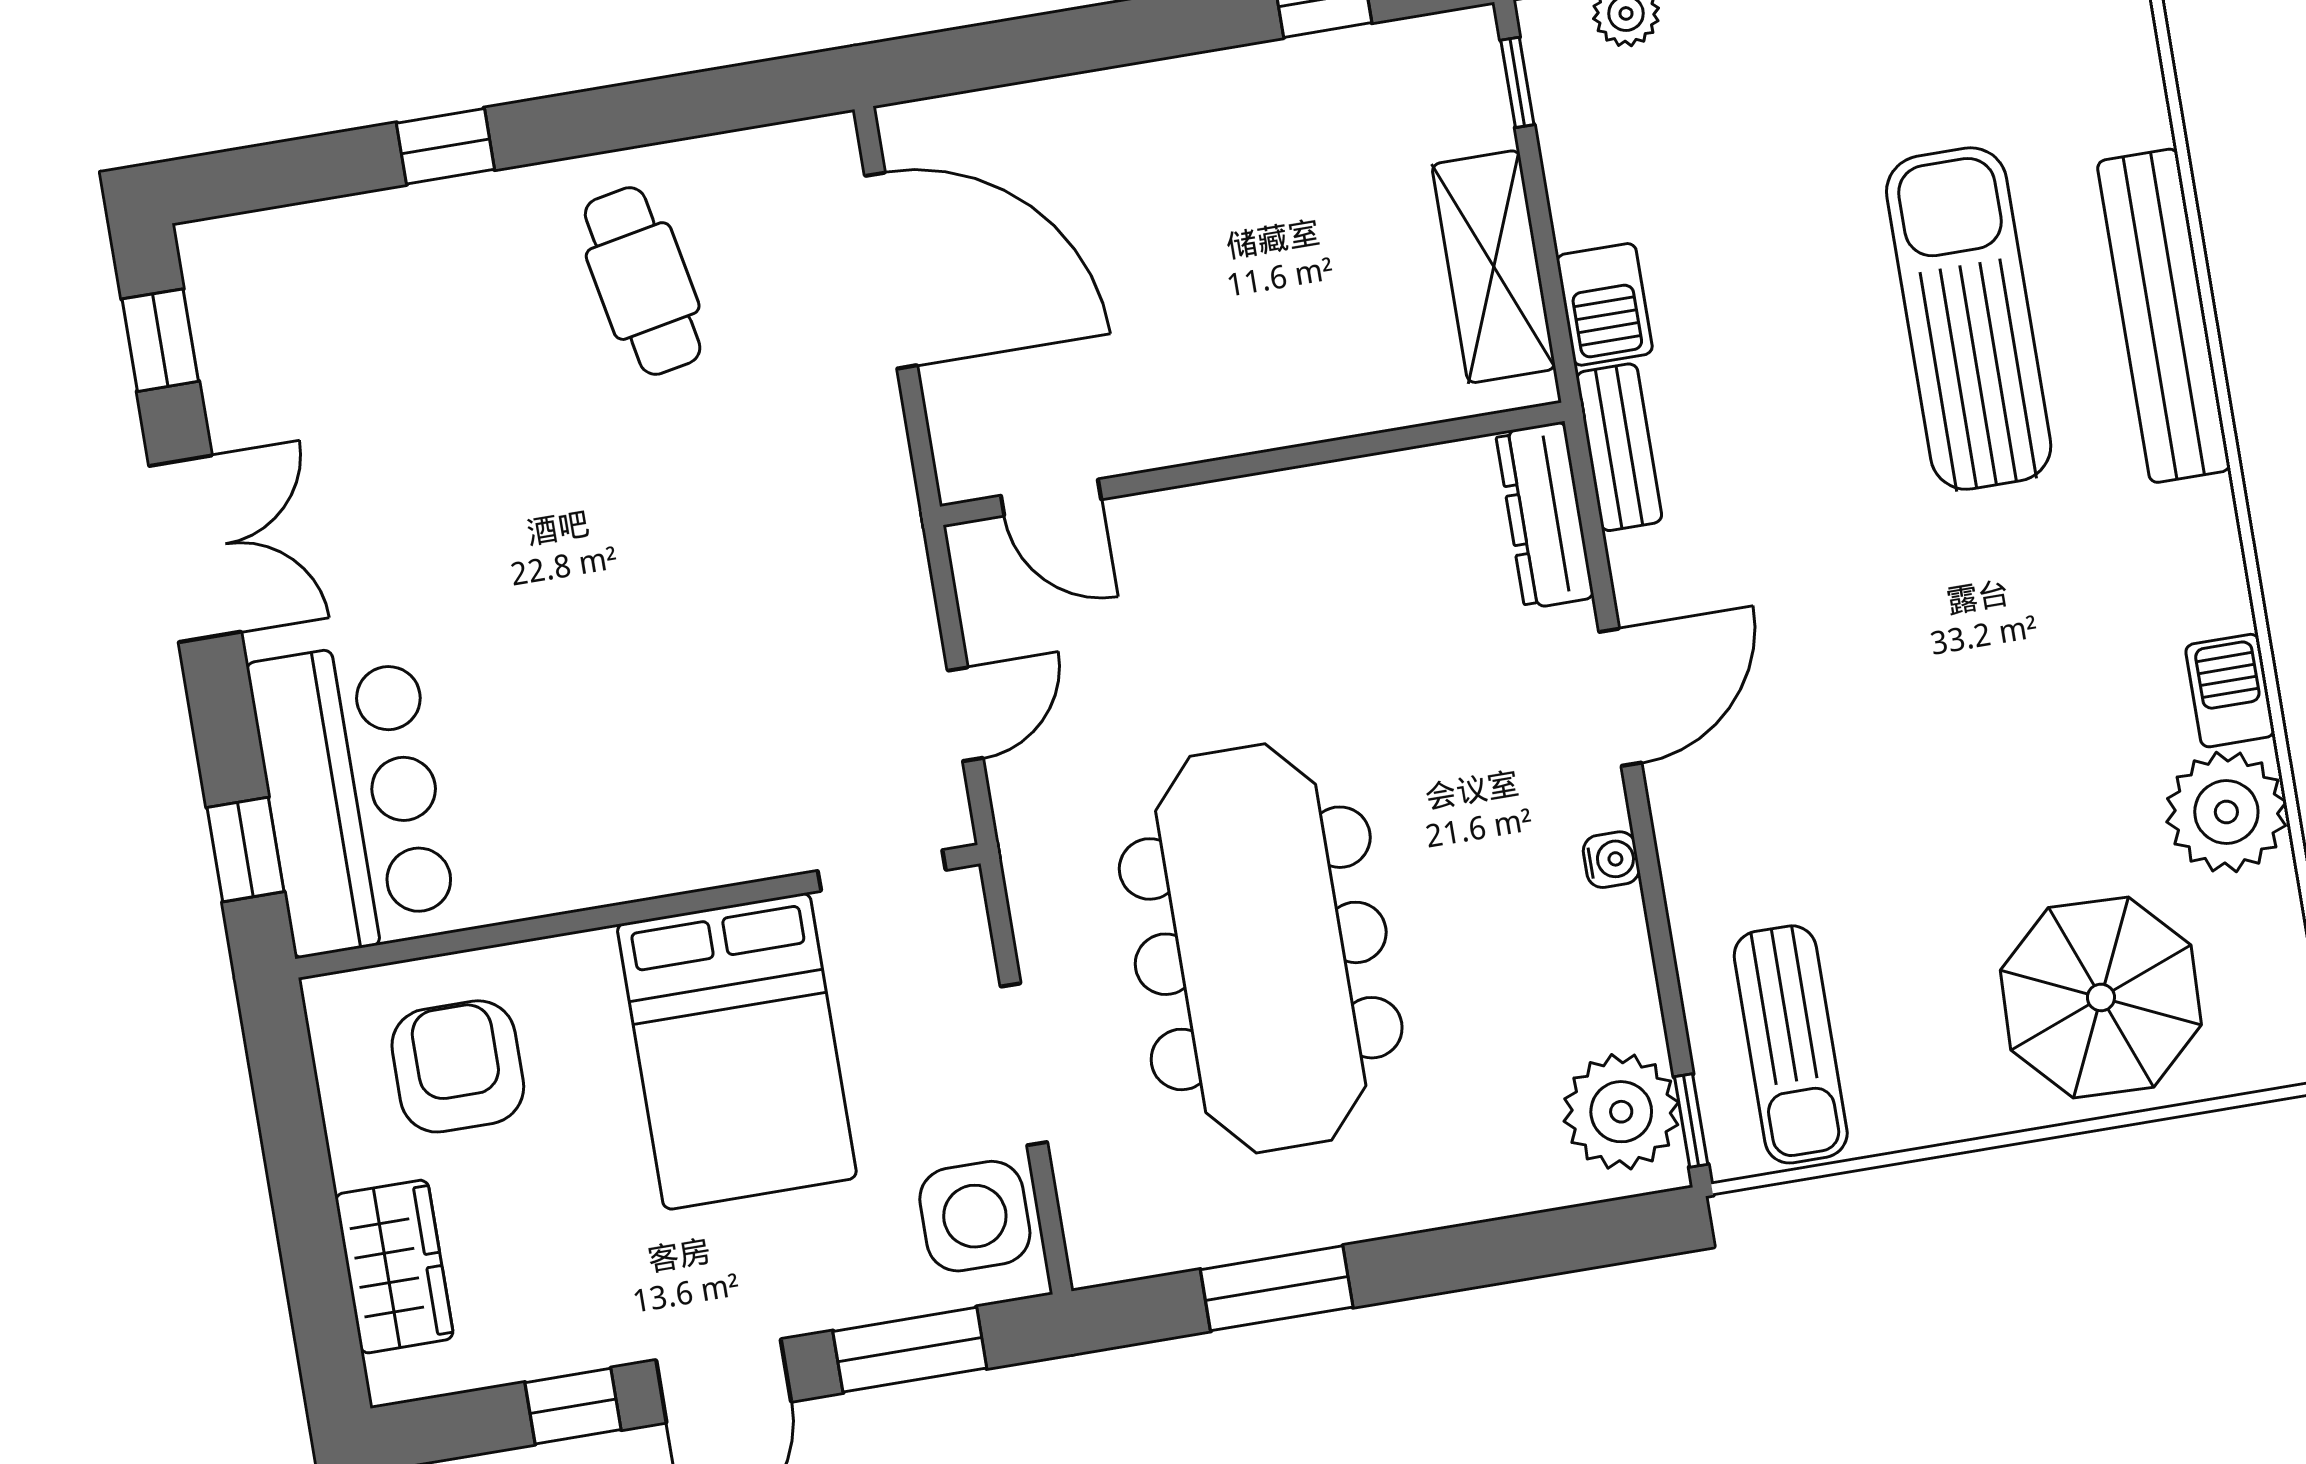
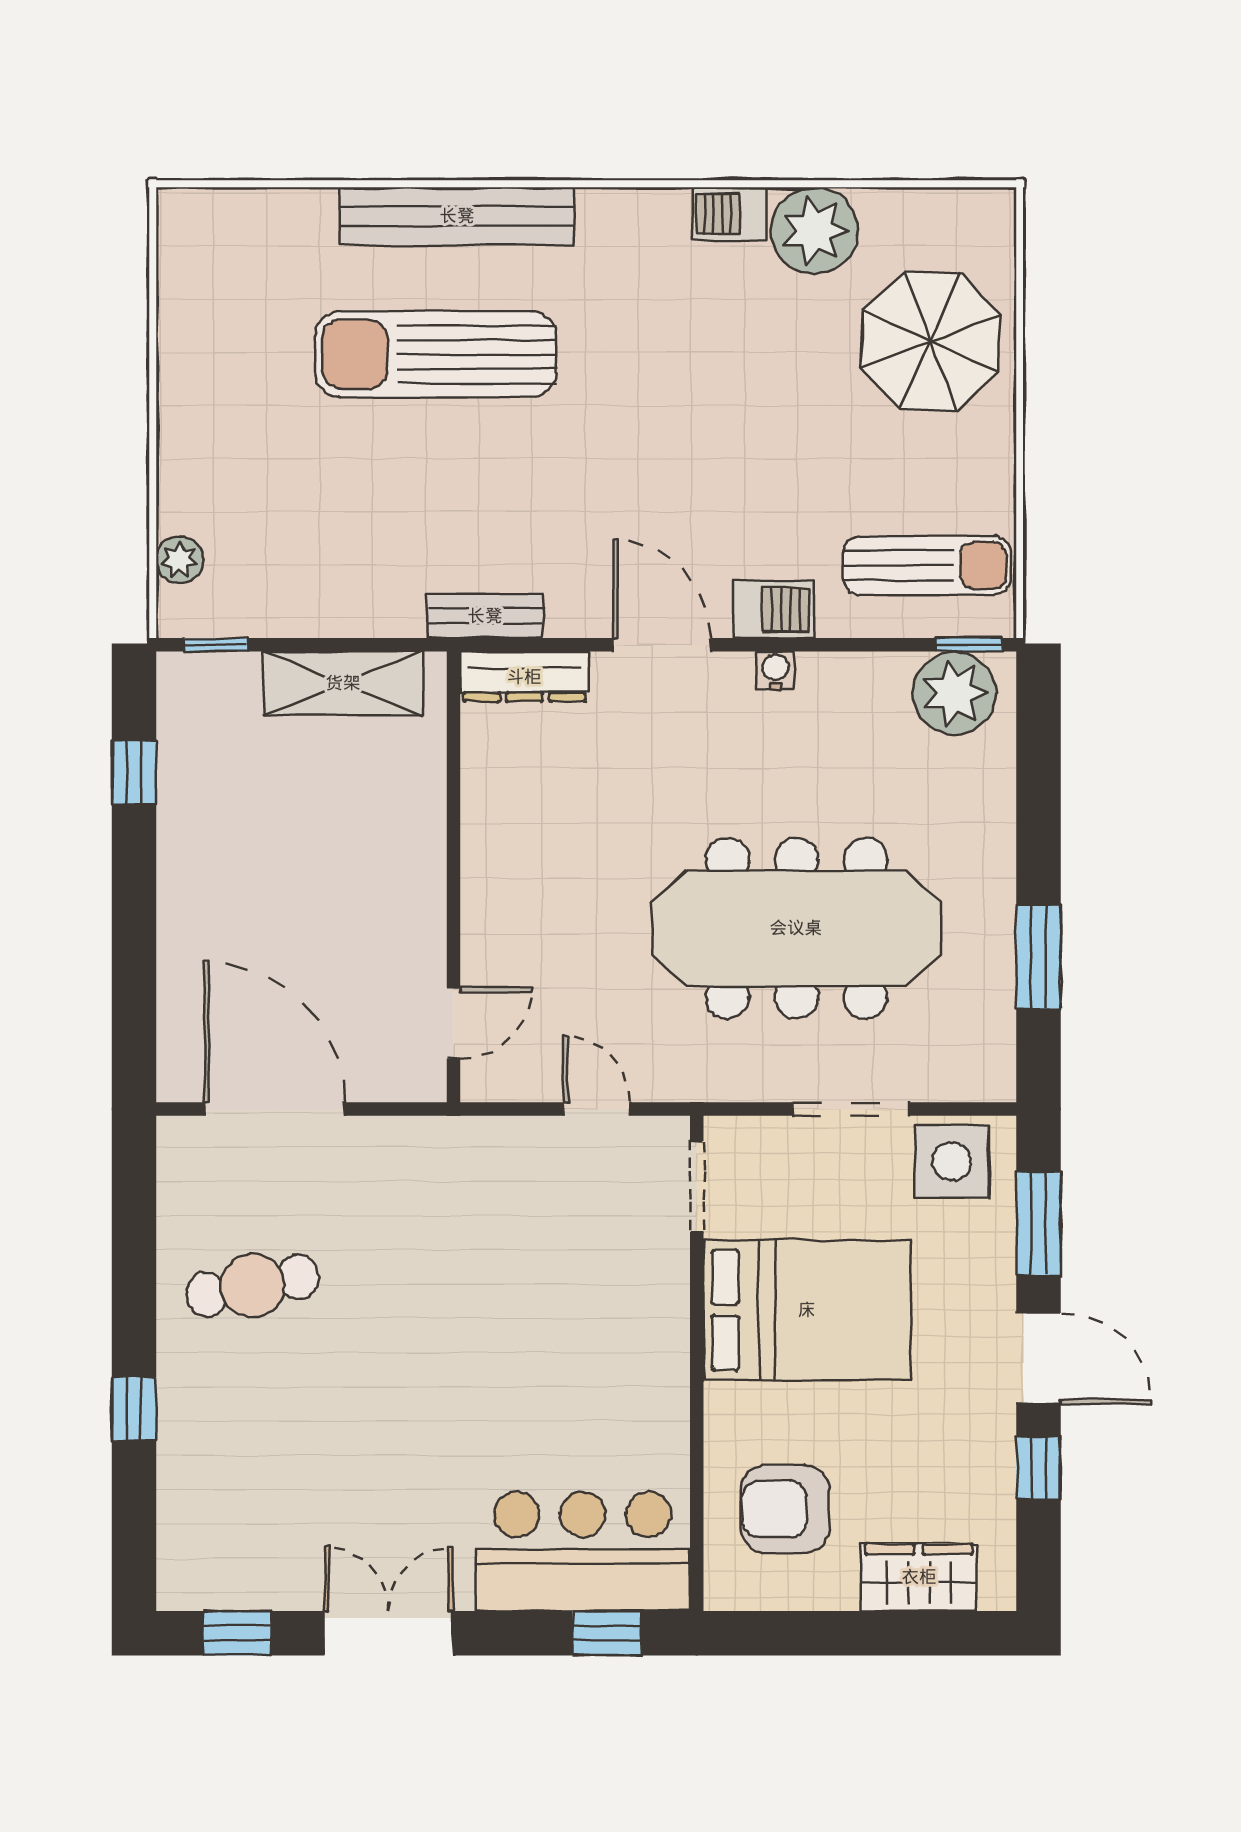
door: (891, 271) -> (274, 1109), hinge flipped
barbecue: (1605, 304) -> (774, 609), moved

